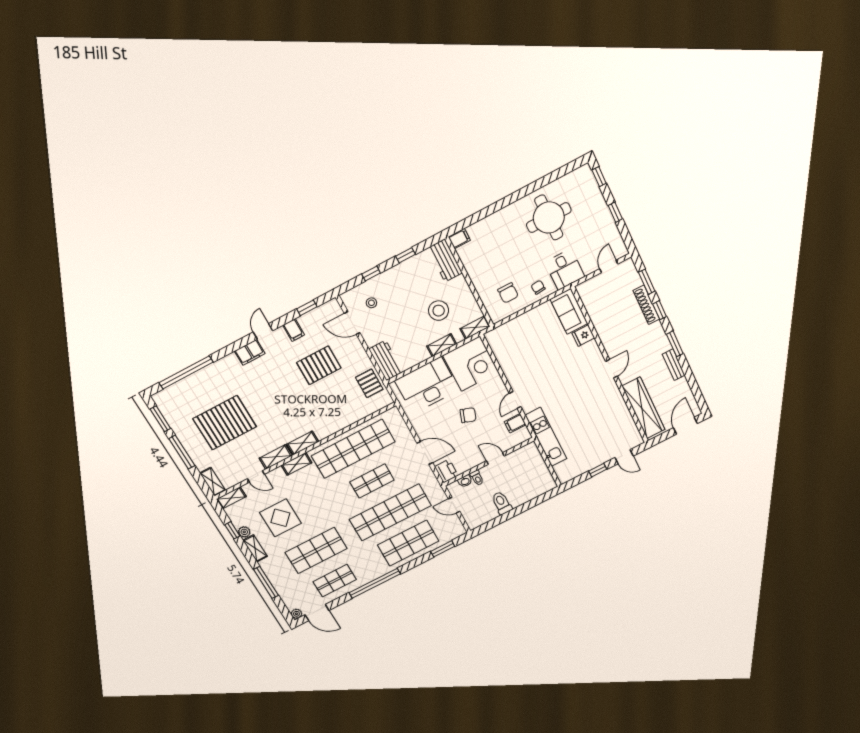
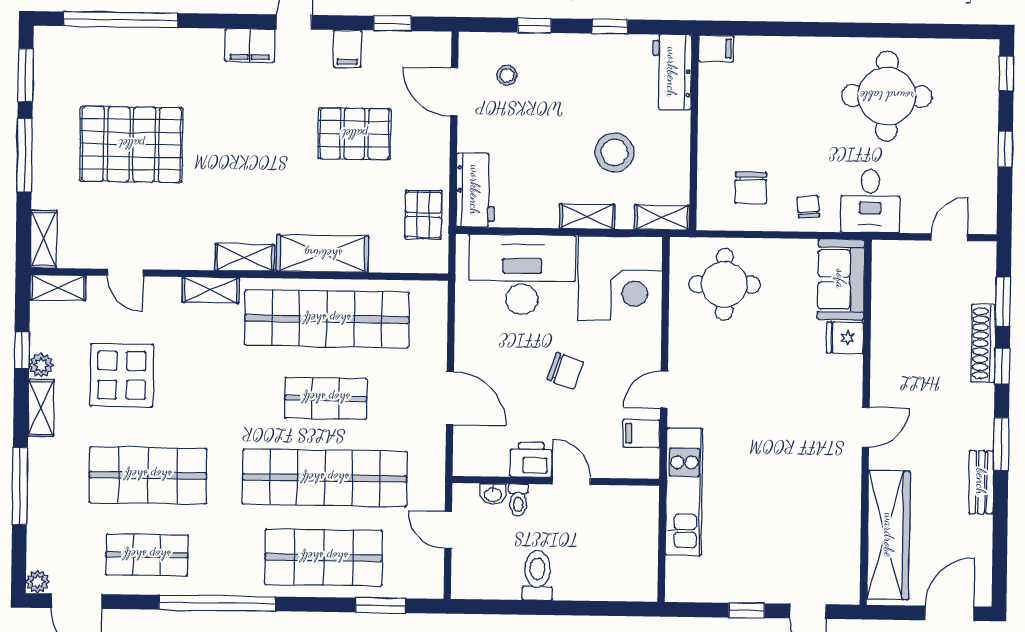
round table: (518, 341) -> (724, 284), added
shelving: (276, 457) -> (323, 254), moved, width x1.50, depth x1.33
printer: (446, 471) -> (531, 460), moved, turned -90

